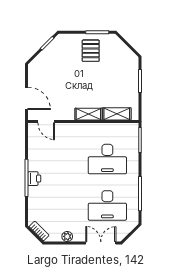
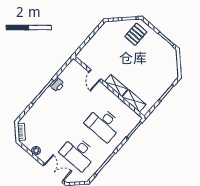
pallet: (91, 51) -> (136, 34), moved
door: (26, 98) -> (86, 42), removed
door: (46, 121) -> (95, 75), moved
printer: (34, 179) -> (57, 85), moved

